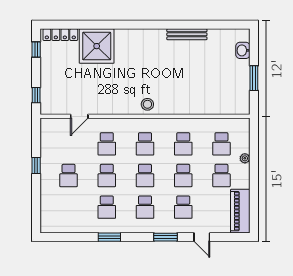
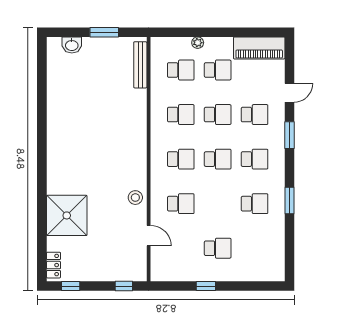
bench: (187, 34) -> (140, 65), moved
locker: (60, 35) -> (53, 265), width x0.66
stool: (147, 104) -> (135, 198), moved
school desk: (107, 176) -> (218, 204), removed

